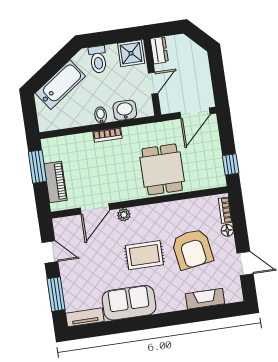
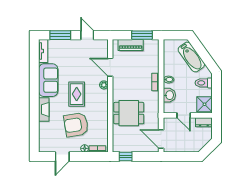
door: (50, 252) -> (87, 35), swing flipped
fireplace: (205, 299) -> (44, 109), moved

